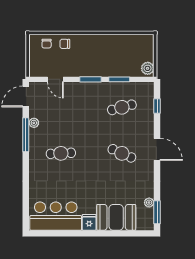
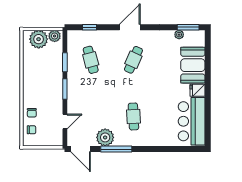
plant: (144, 51) -> (39, 39), added
plant: (34, 123) -> (105, 137), width x1.88, depth x1.88

